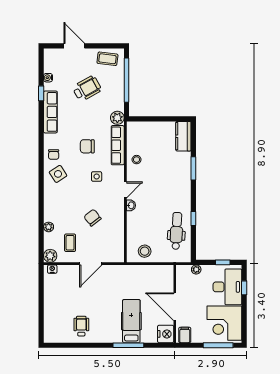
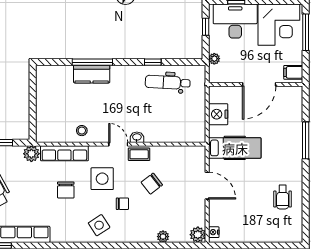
kitchen counter: (183, 136) -> (92, 74), moved
chair: (54, 155) -> (122, 204), moved
window: (193, 168) -> (92, 62), width x1.44
side table: (97, 176) -> (102, 179), width x1.87, depth x1.87
coffee table: (70, 243) -> (139, 154), moved
stool: (145, 251) -> (192, 121), removed
hospital bed: (131, 321) -> (235, 148), moved, turned 180
wheelchair: (81, 326) -> (283, 197), turned -90
nightstand: (166, 334) -> (218, 114), moved, turned -90

